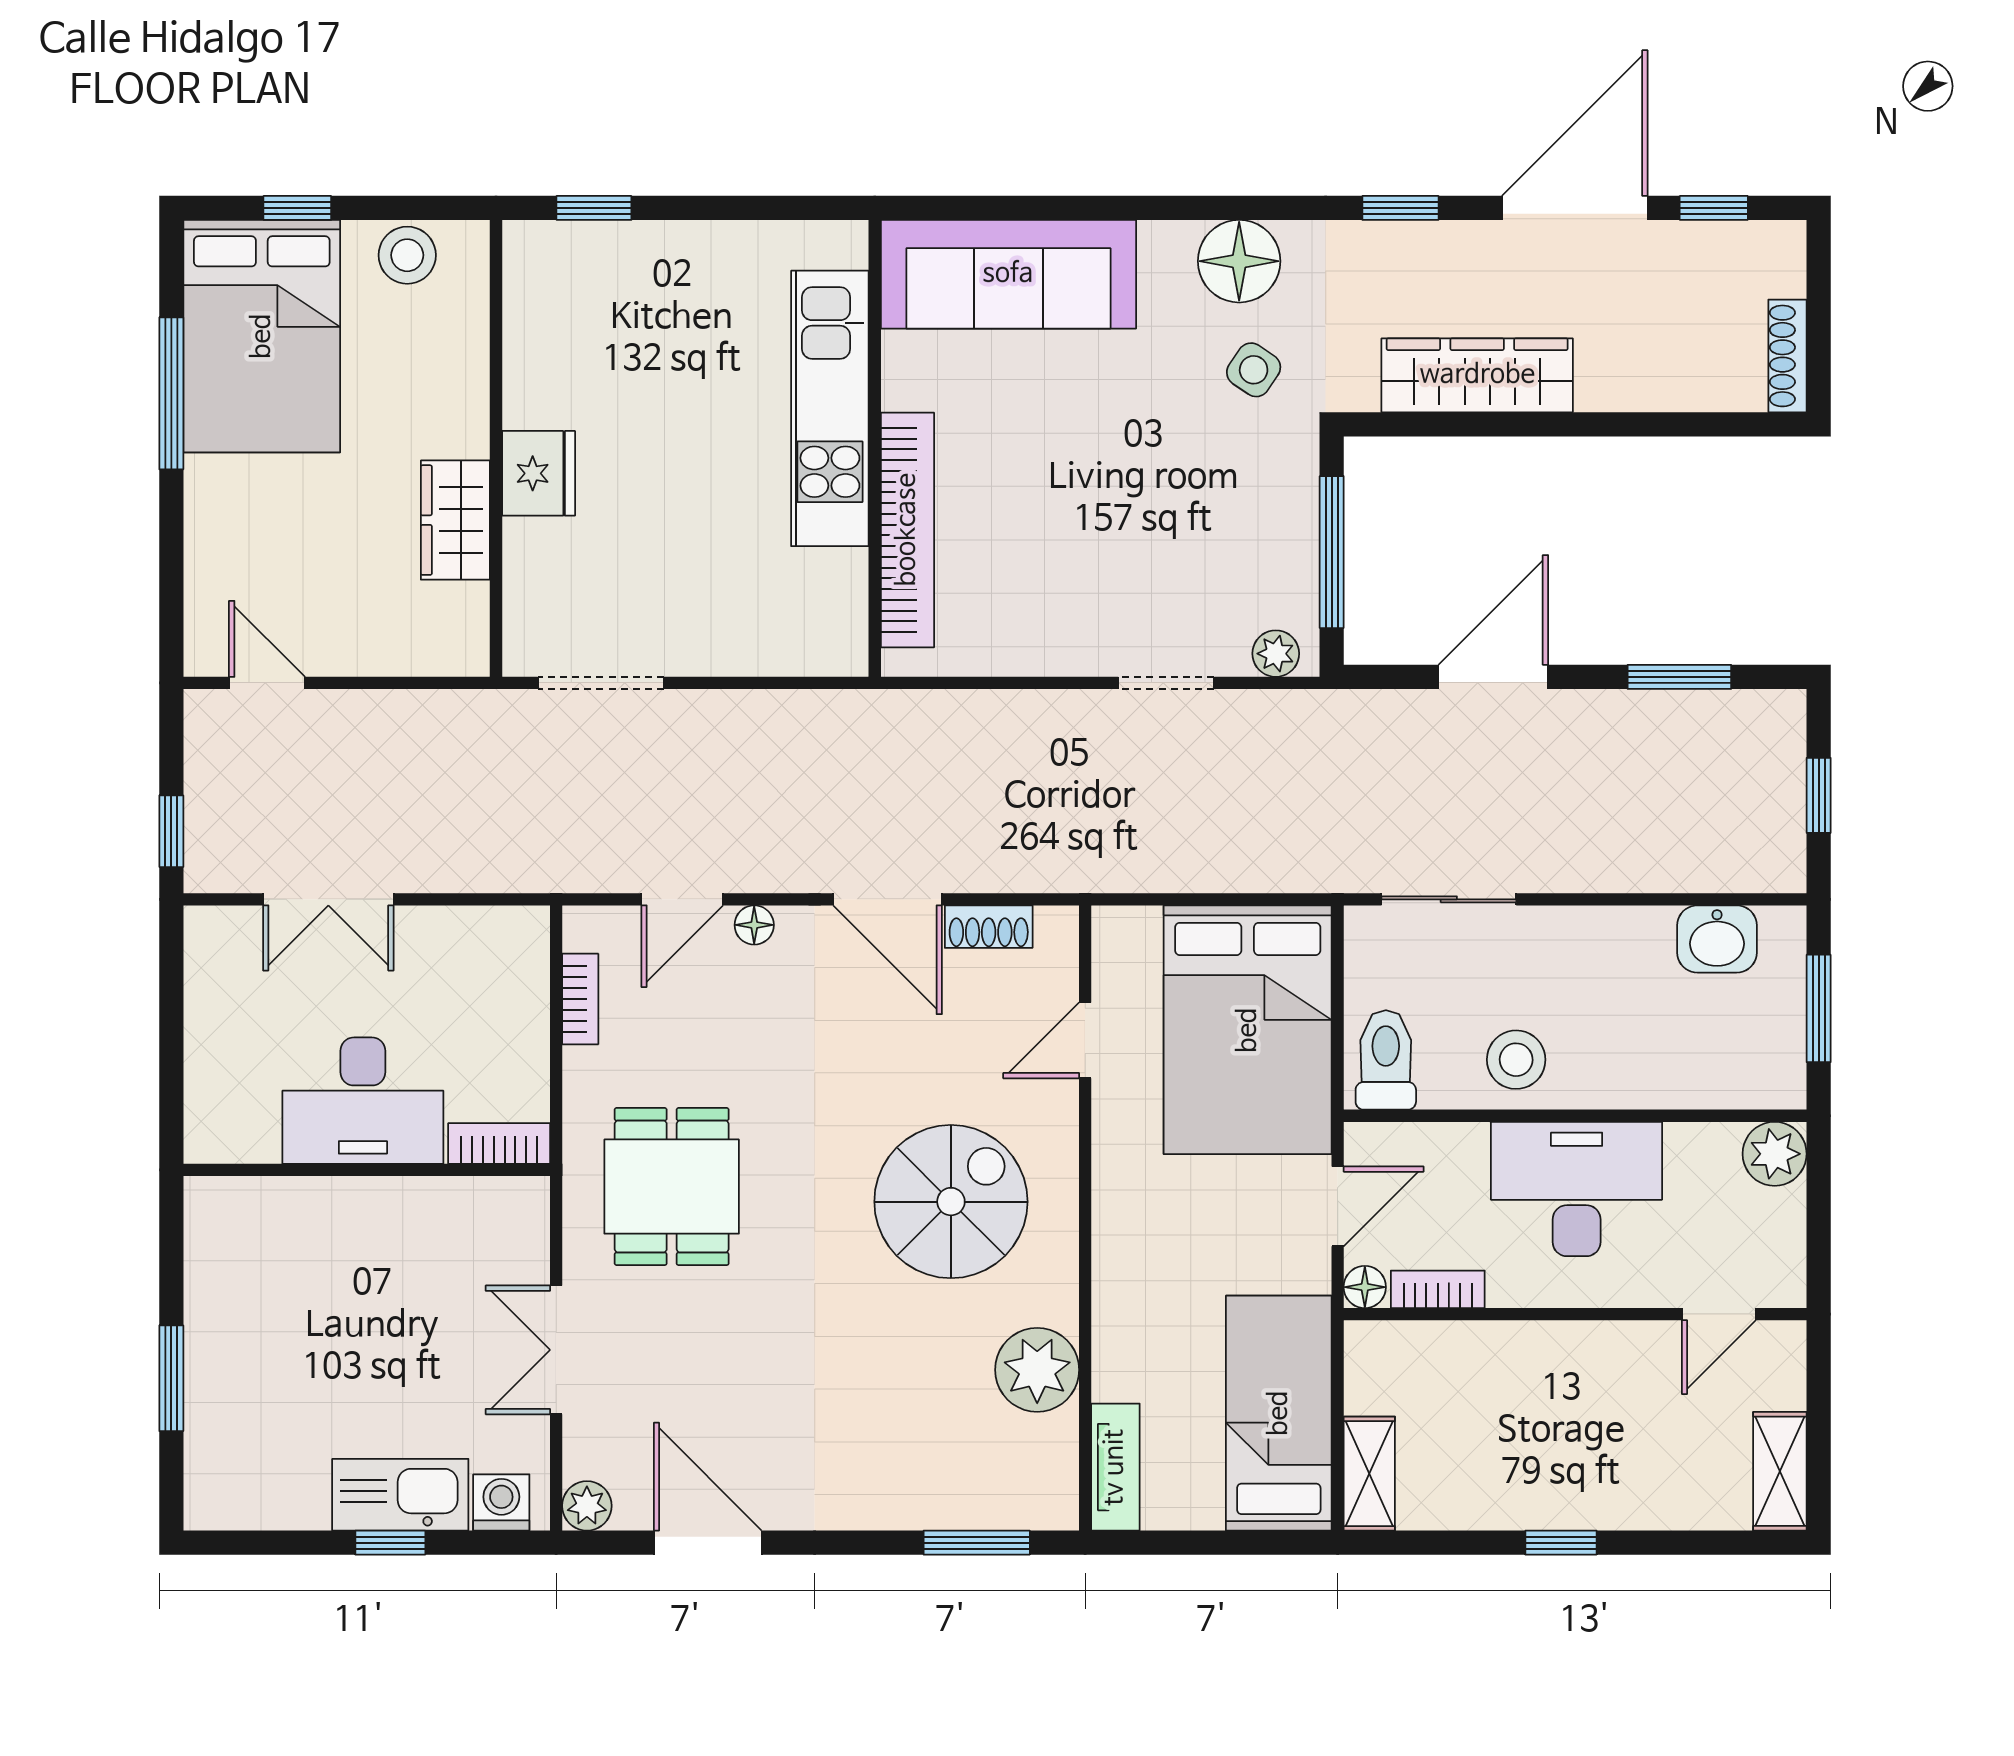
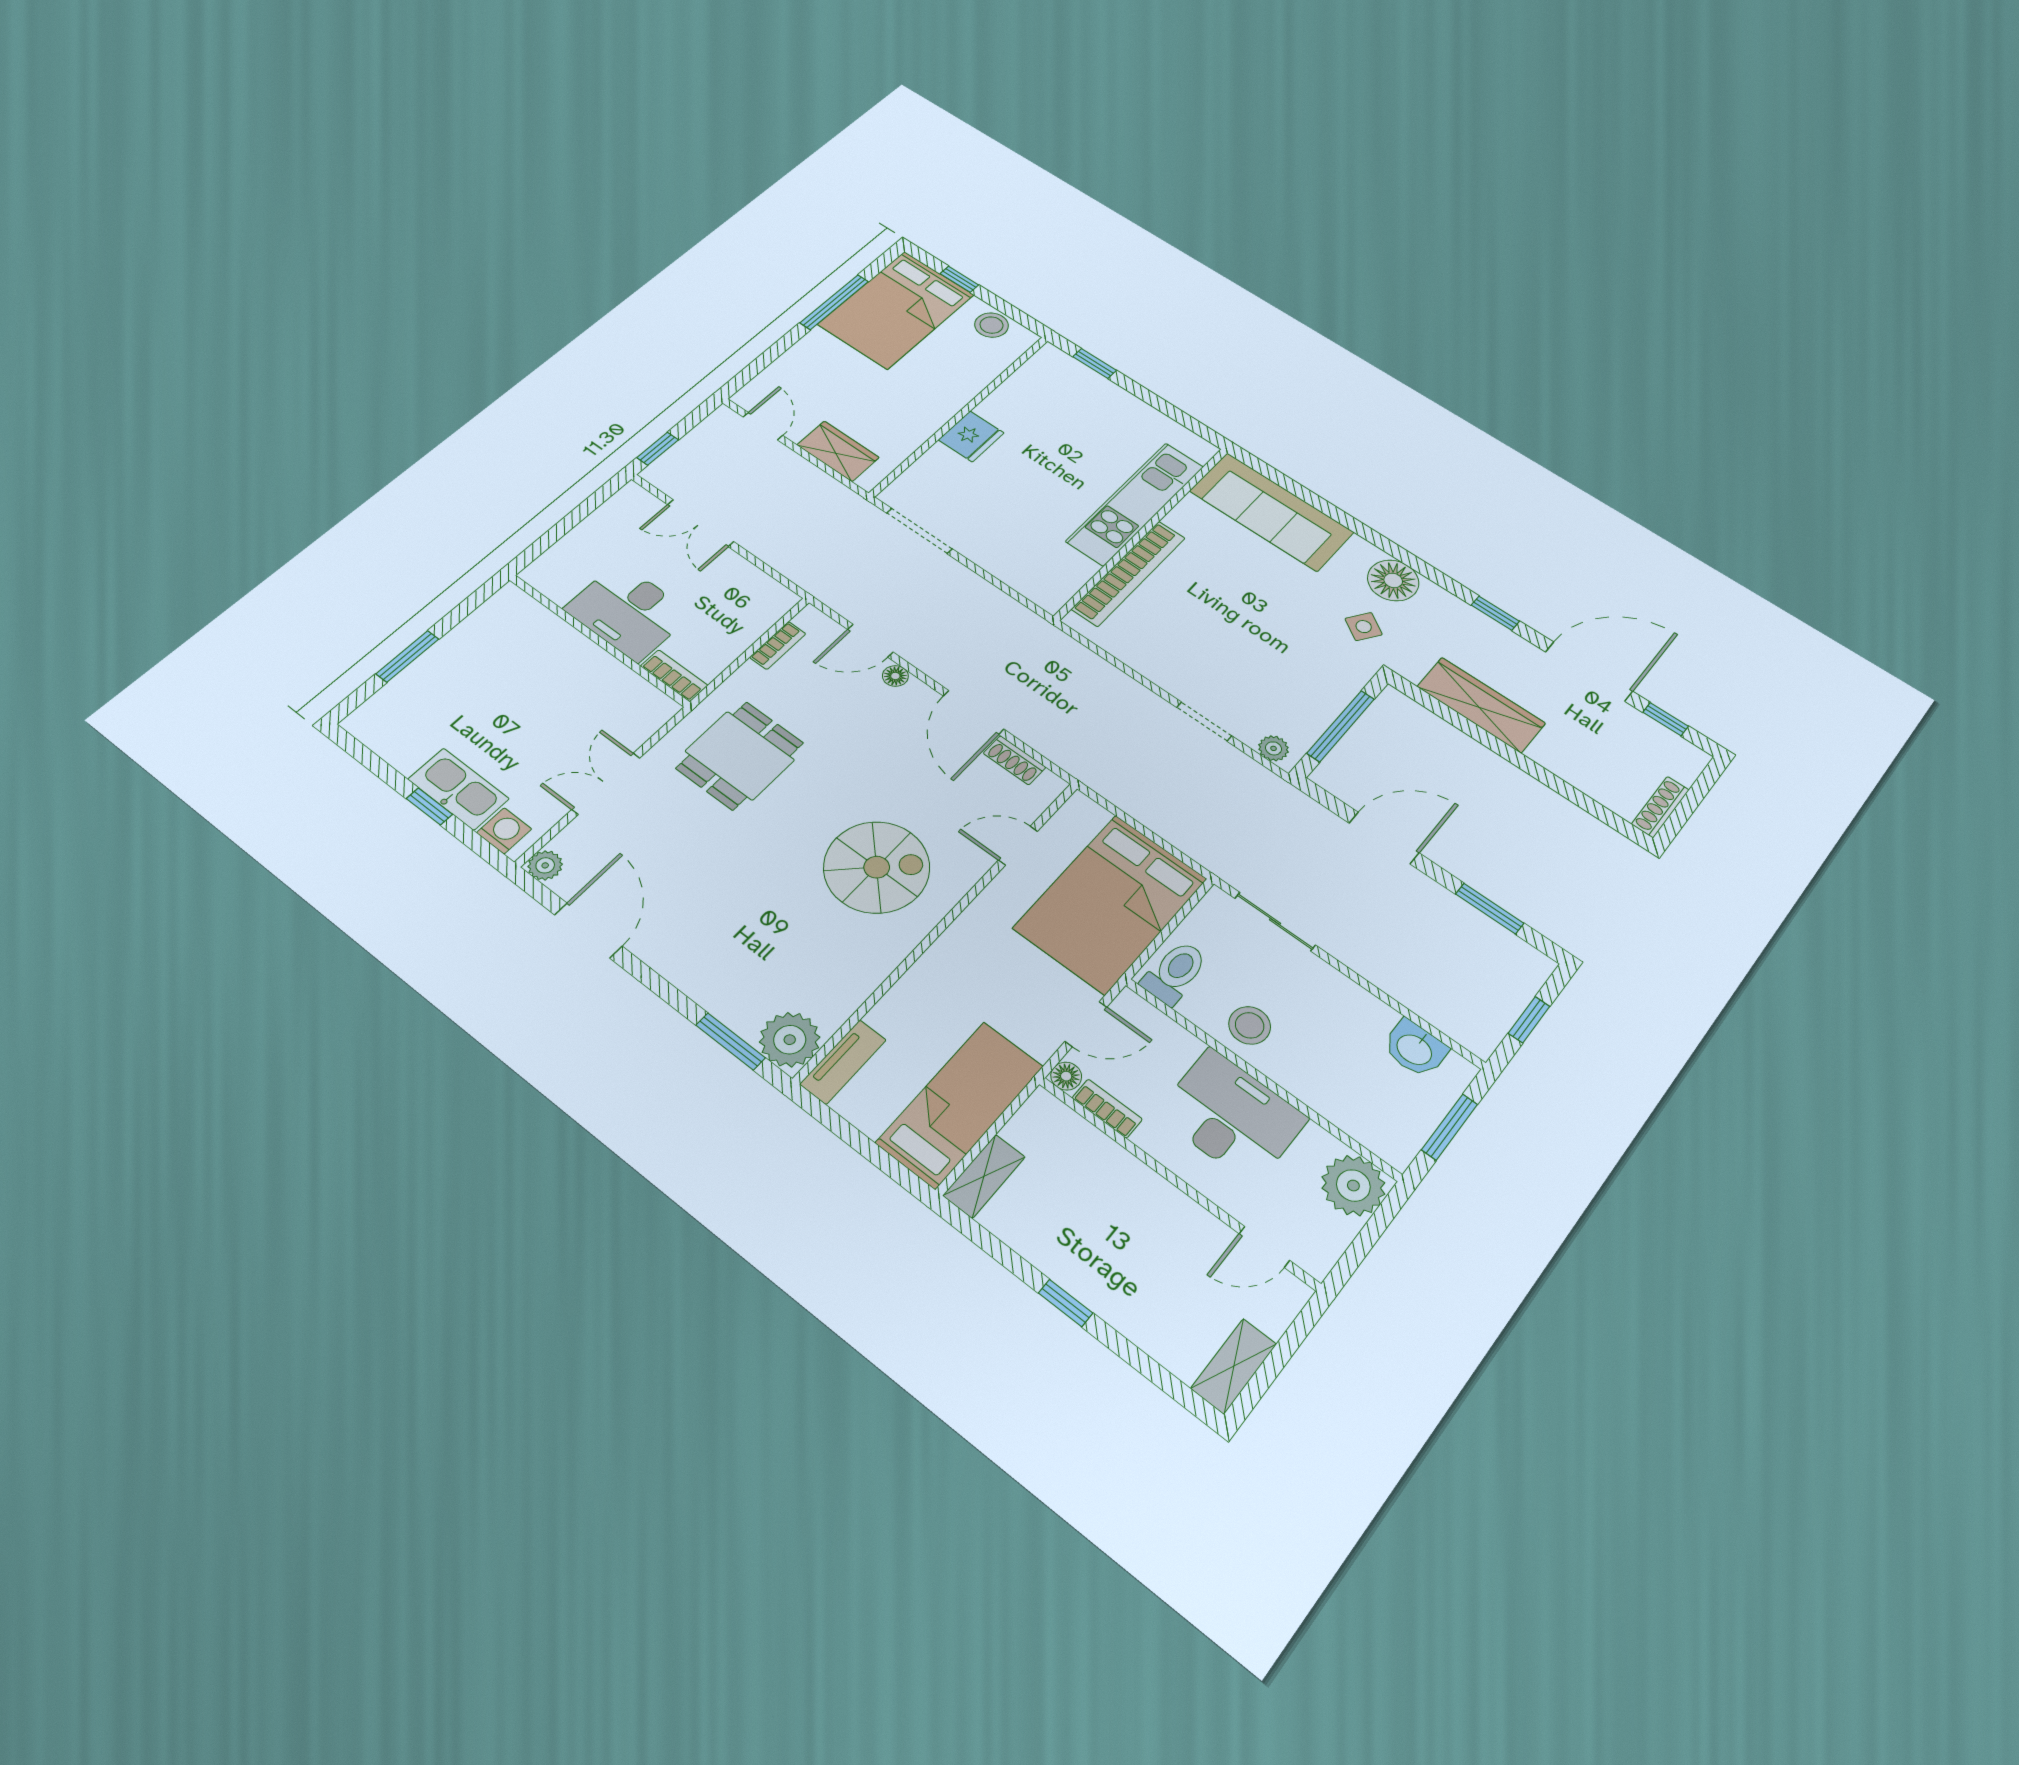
wardrobe: (455, 520) -> (838, 451), moved, turned 90
plant: (1775, 1154) -> (1353, 1186), width x1.36, depth x1.36
plant: (1037, 1370) -> (790, 1040), moved

